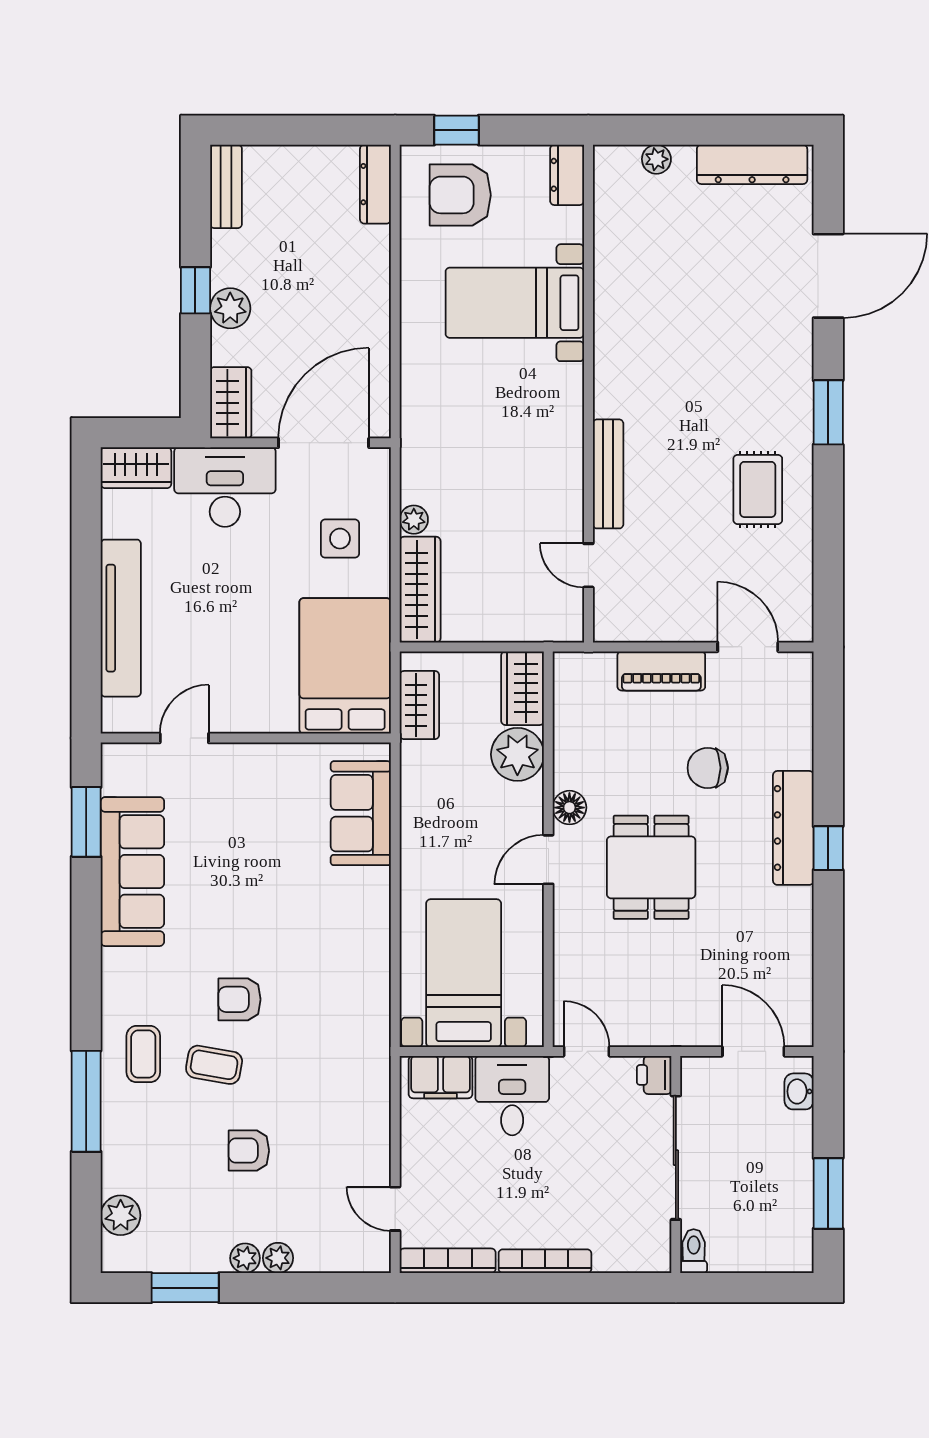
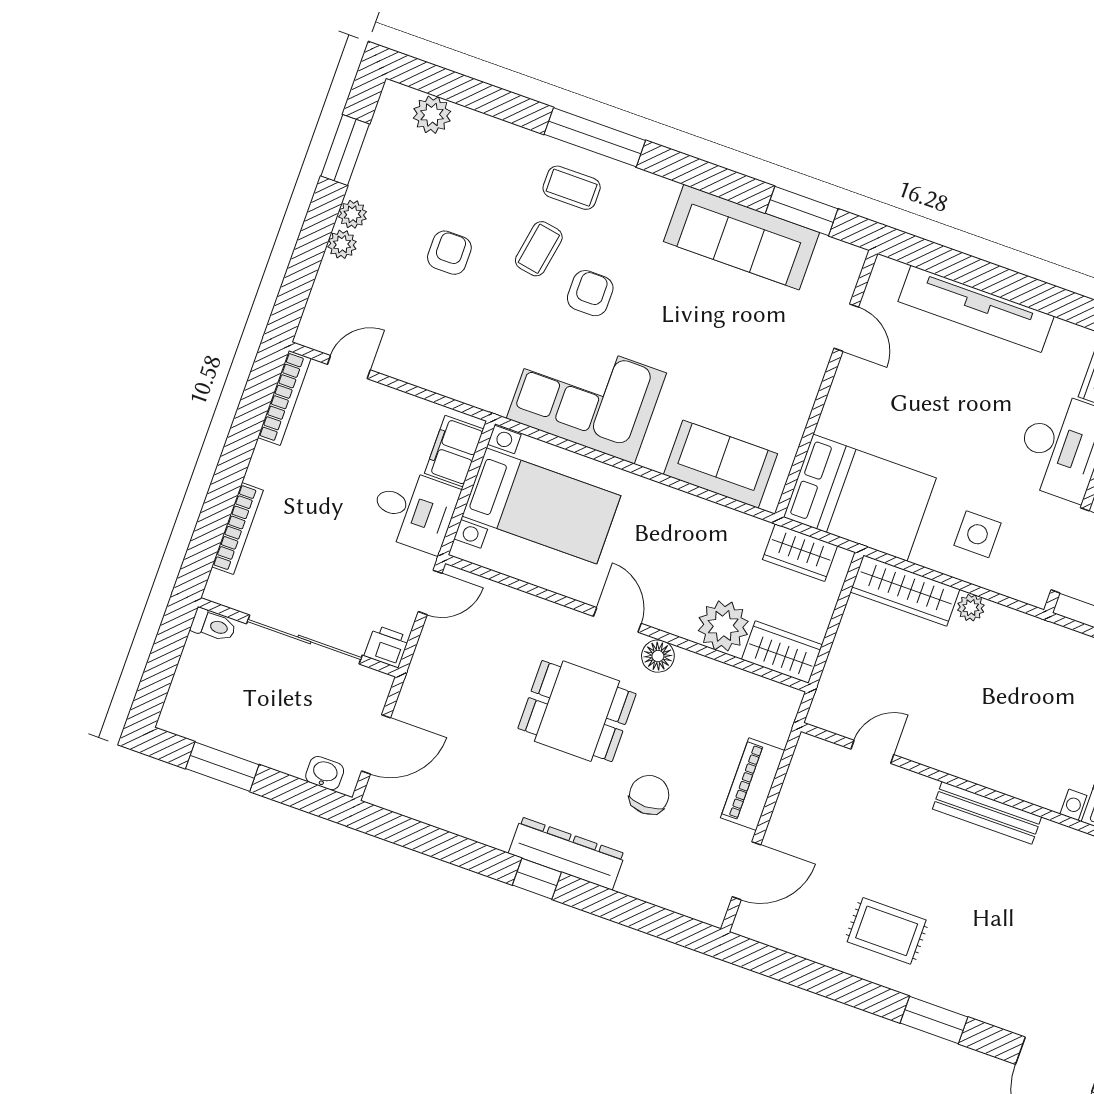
bench: (608, 474) -> (987, 813), moved
corner sofa: (341, 967) -> (586, 396), added
window: (86, 1101) -> (595, 137), moved
bookcase: (545, 1261) -> (238, 529), moved

